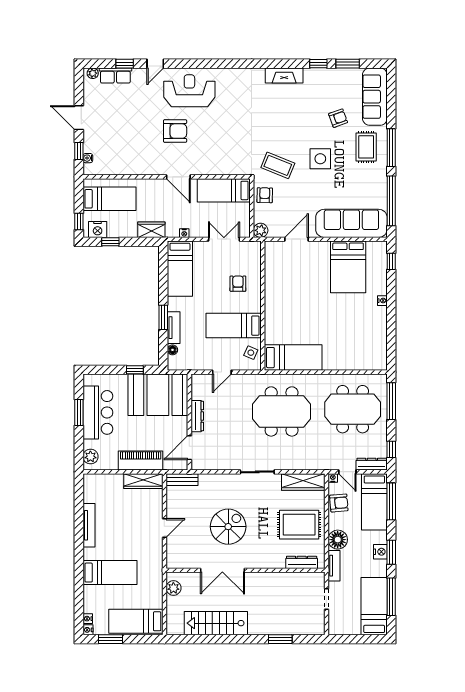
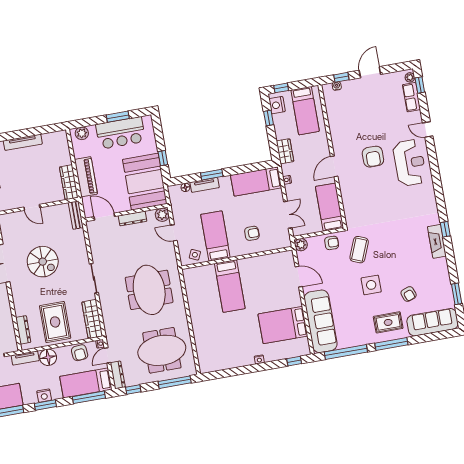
window: (125, 64) -> (420, 85), moved
window: (318, 64) -> (445, 229), moved
bed: (293, 358) -> (230, 286), moved
plant: (199, 382) -> (162, 215), added
meeting table: (353, 409) -> (162, 350), turned 90

